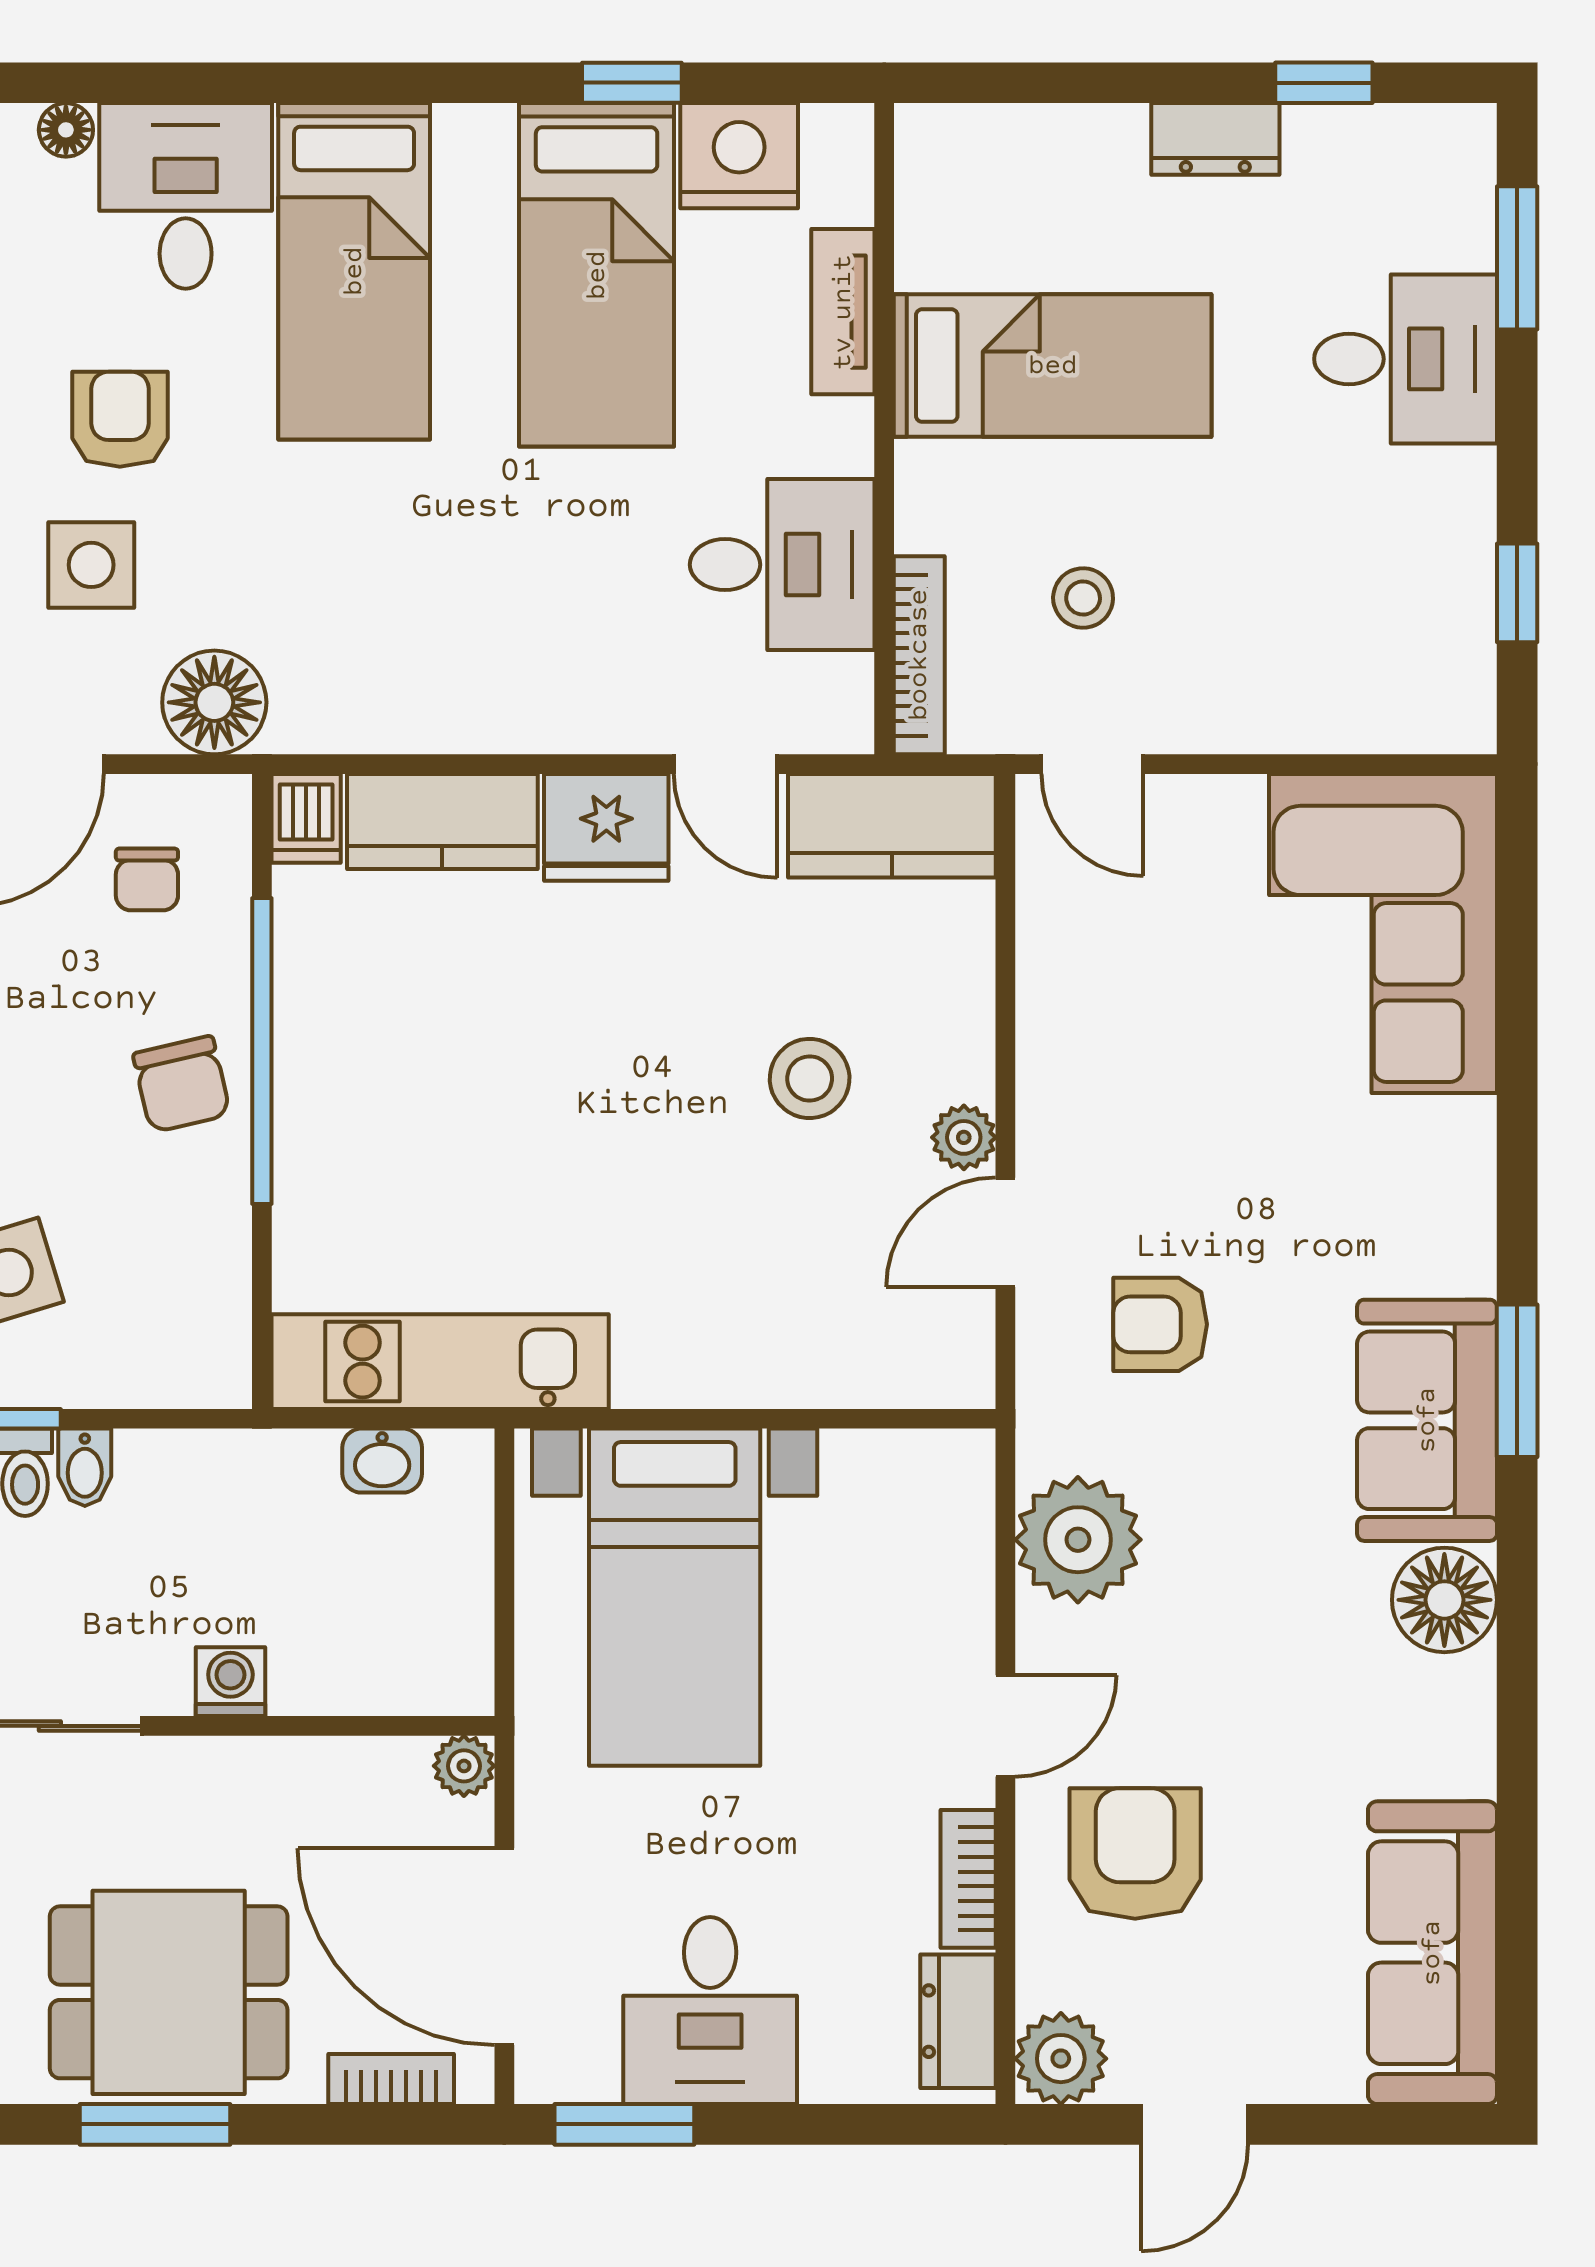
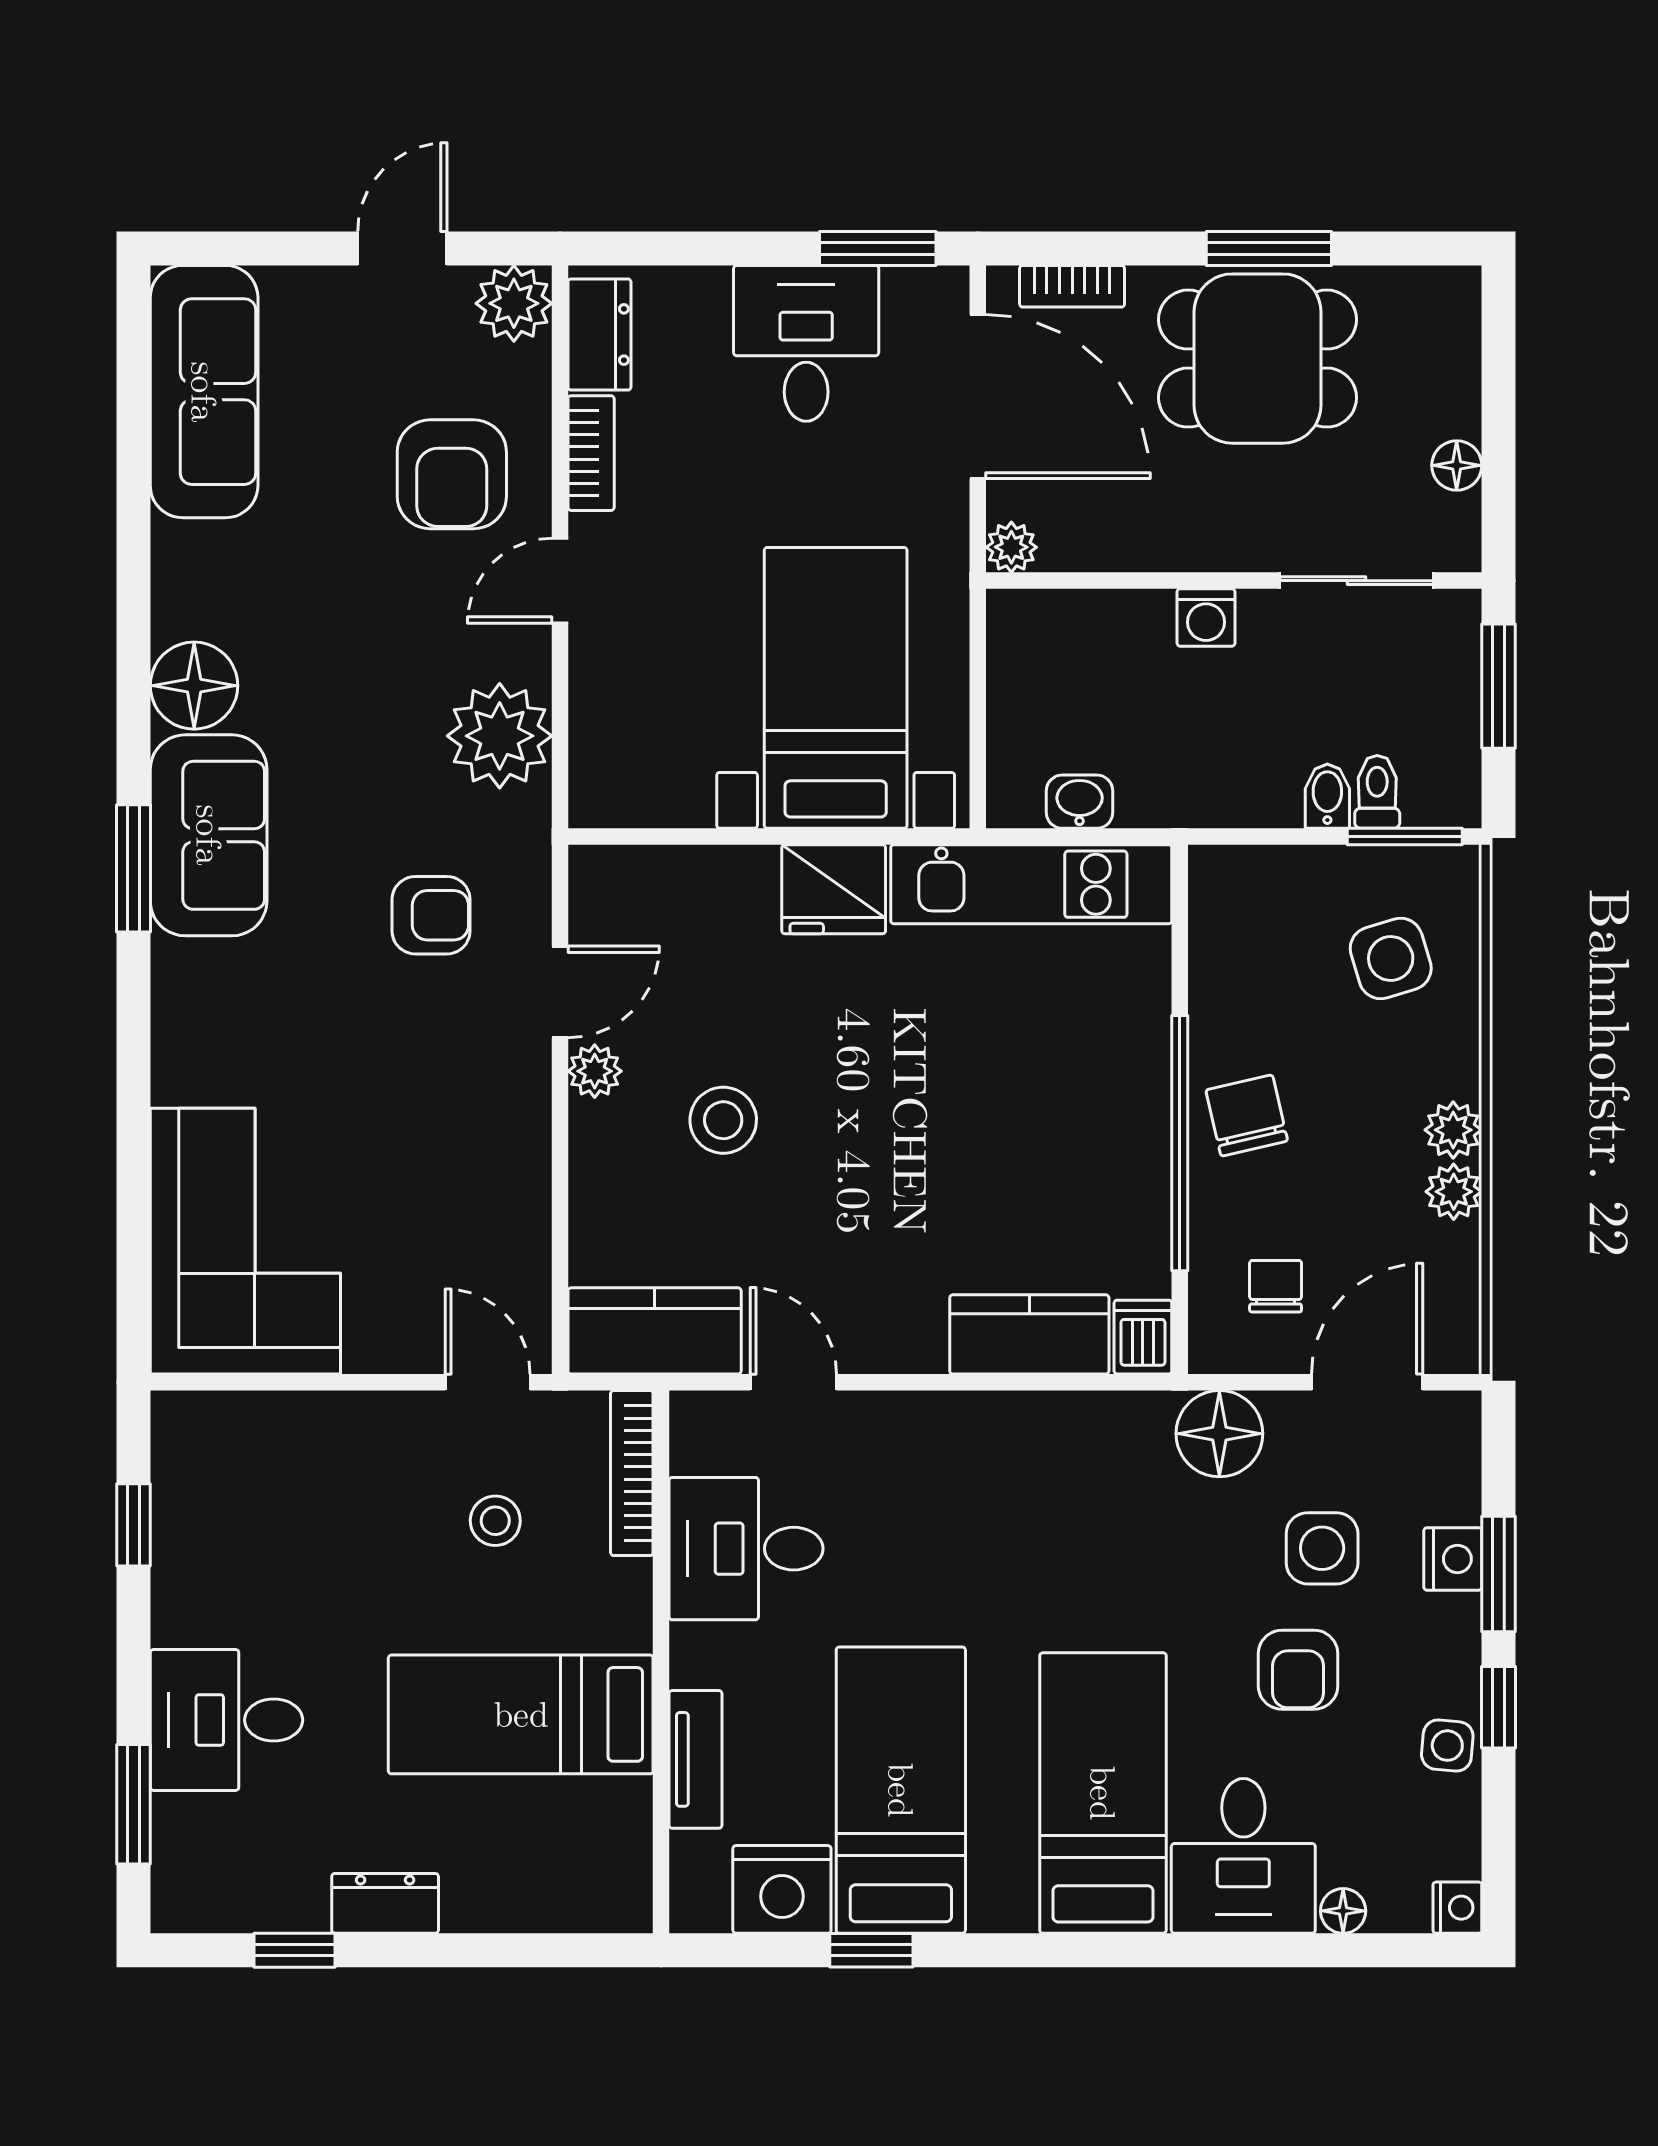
fridge: (606, 827) -> (834, 889), moved, turned 180

